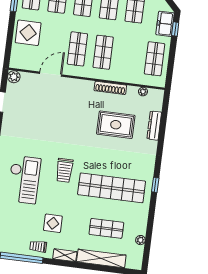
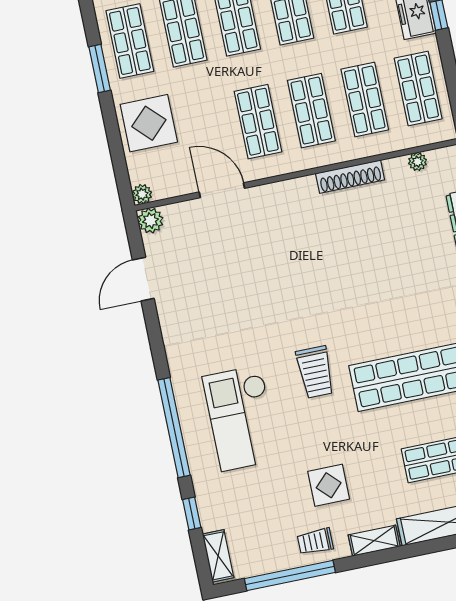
shop shelf: (129, 56) -> (365, 100), added
plant: (14, 64) -> (142, 194), added
door: (51, 74) -> (222, 190), hinge flipped
rug: (116, 125) -> (386, 246), removed
checkout: (24, 180) -> (241, 418), turned 180

